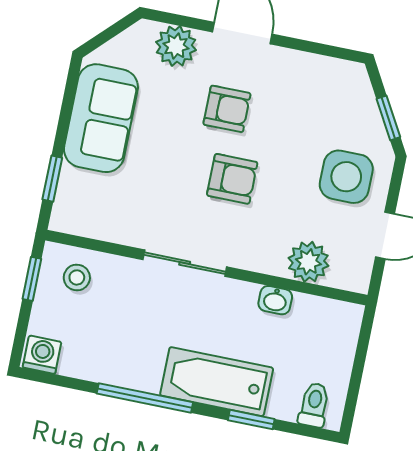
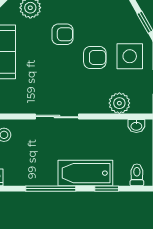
armchair: (232, 179) -> (95, 57), moved
washbasin: (275, 300) -> (136, 126), moved

